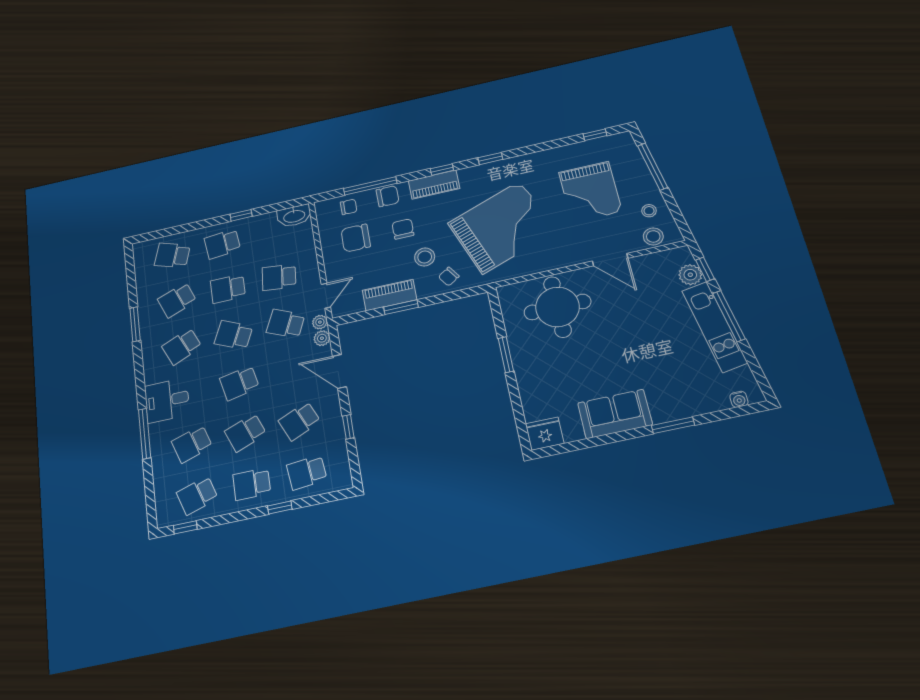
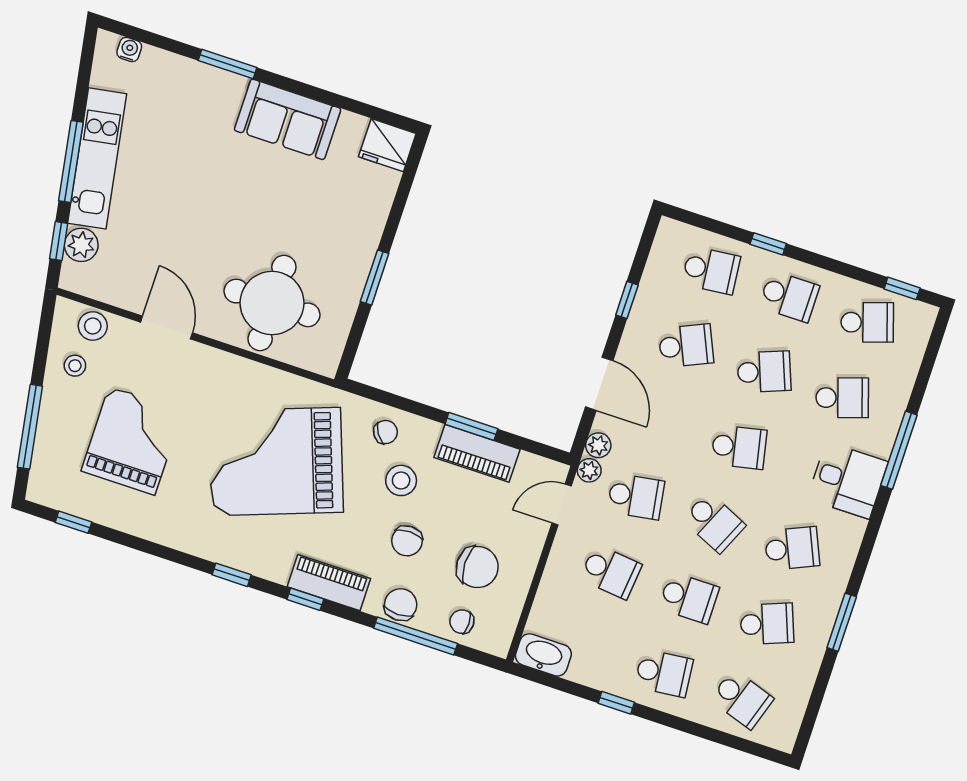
chair: (388, 196) -> (401, 605), turned 90
school desk: (286, 324) -> (636, 496), turned -33

